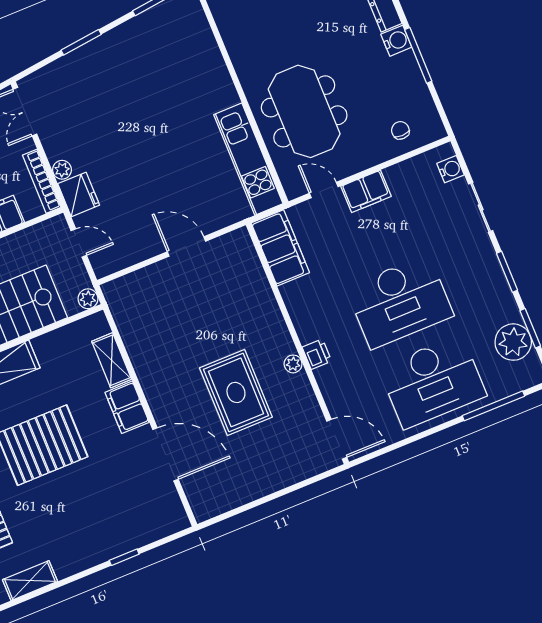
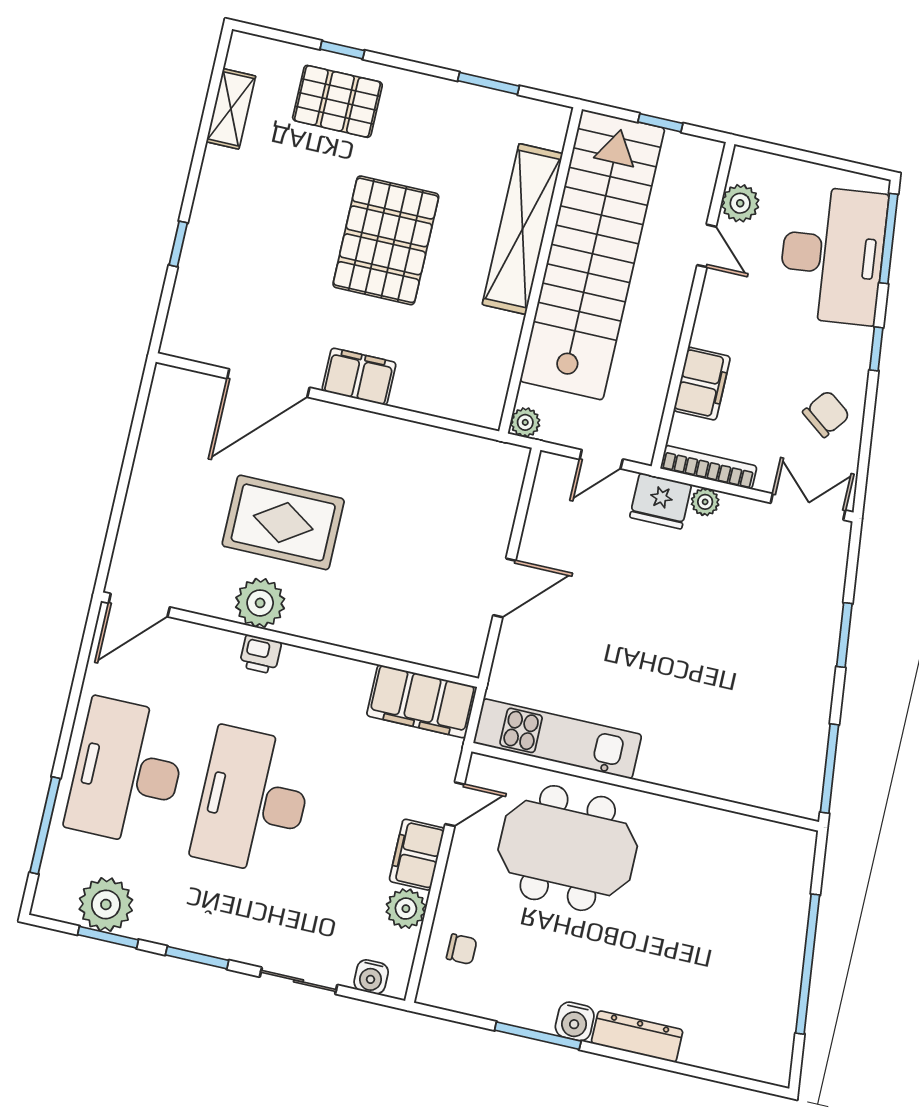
plant: (400, 176) -> (406, 909), added
shelving: (112, 360) -> (430, 398), removed
plant: (293, 364) -> (260, 603), width x1.88, depth x1.88

